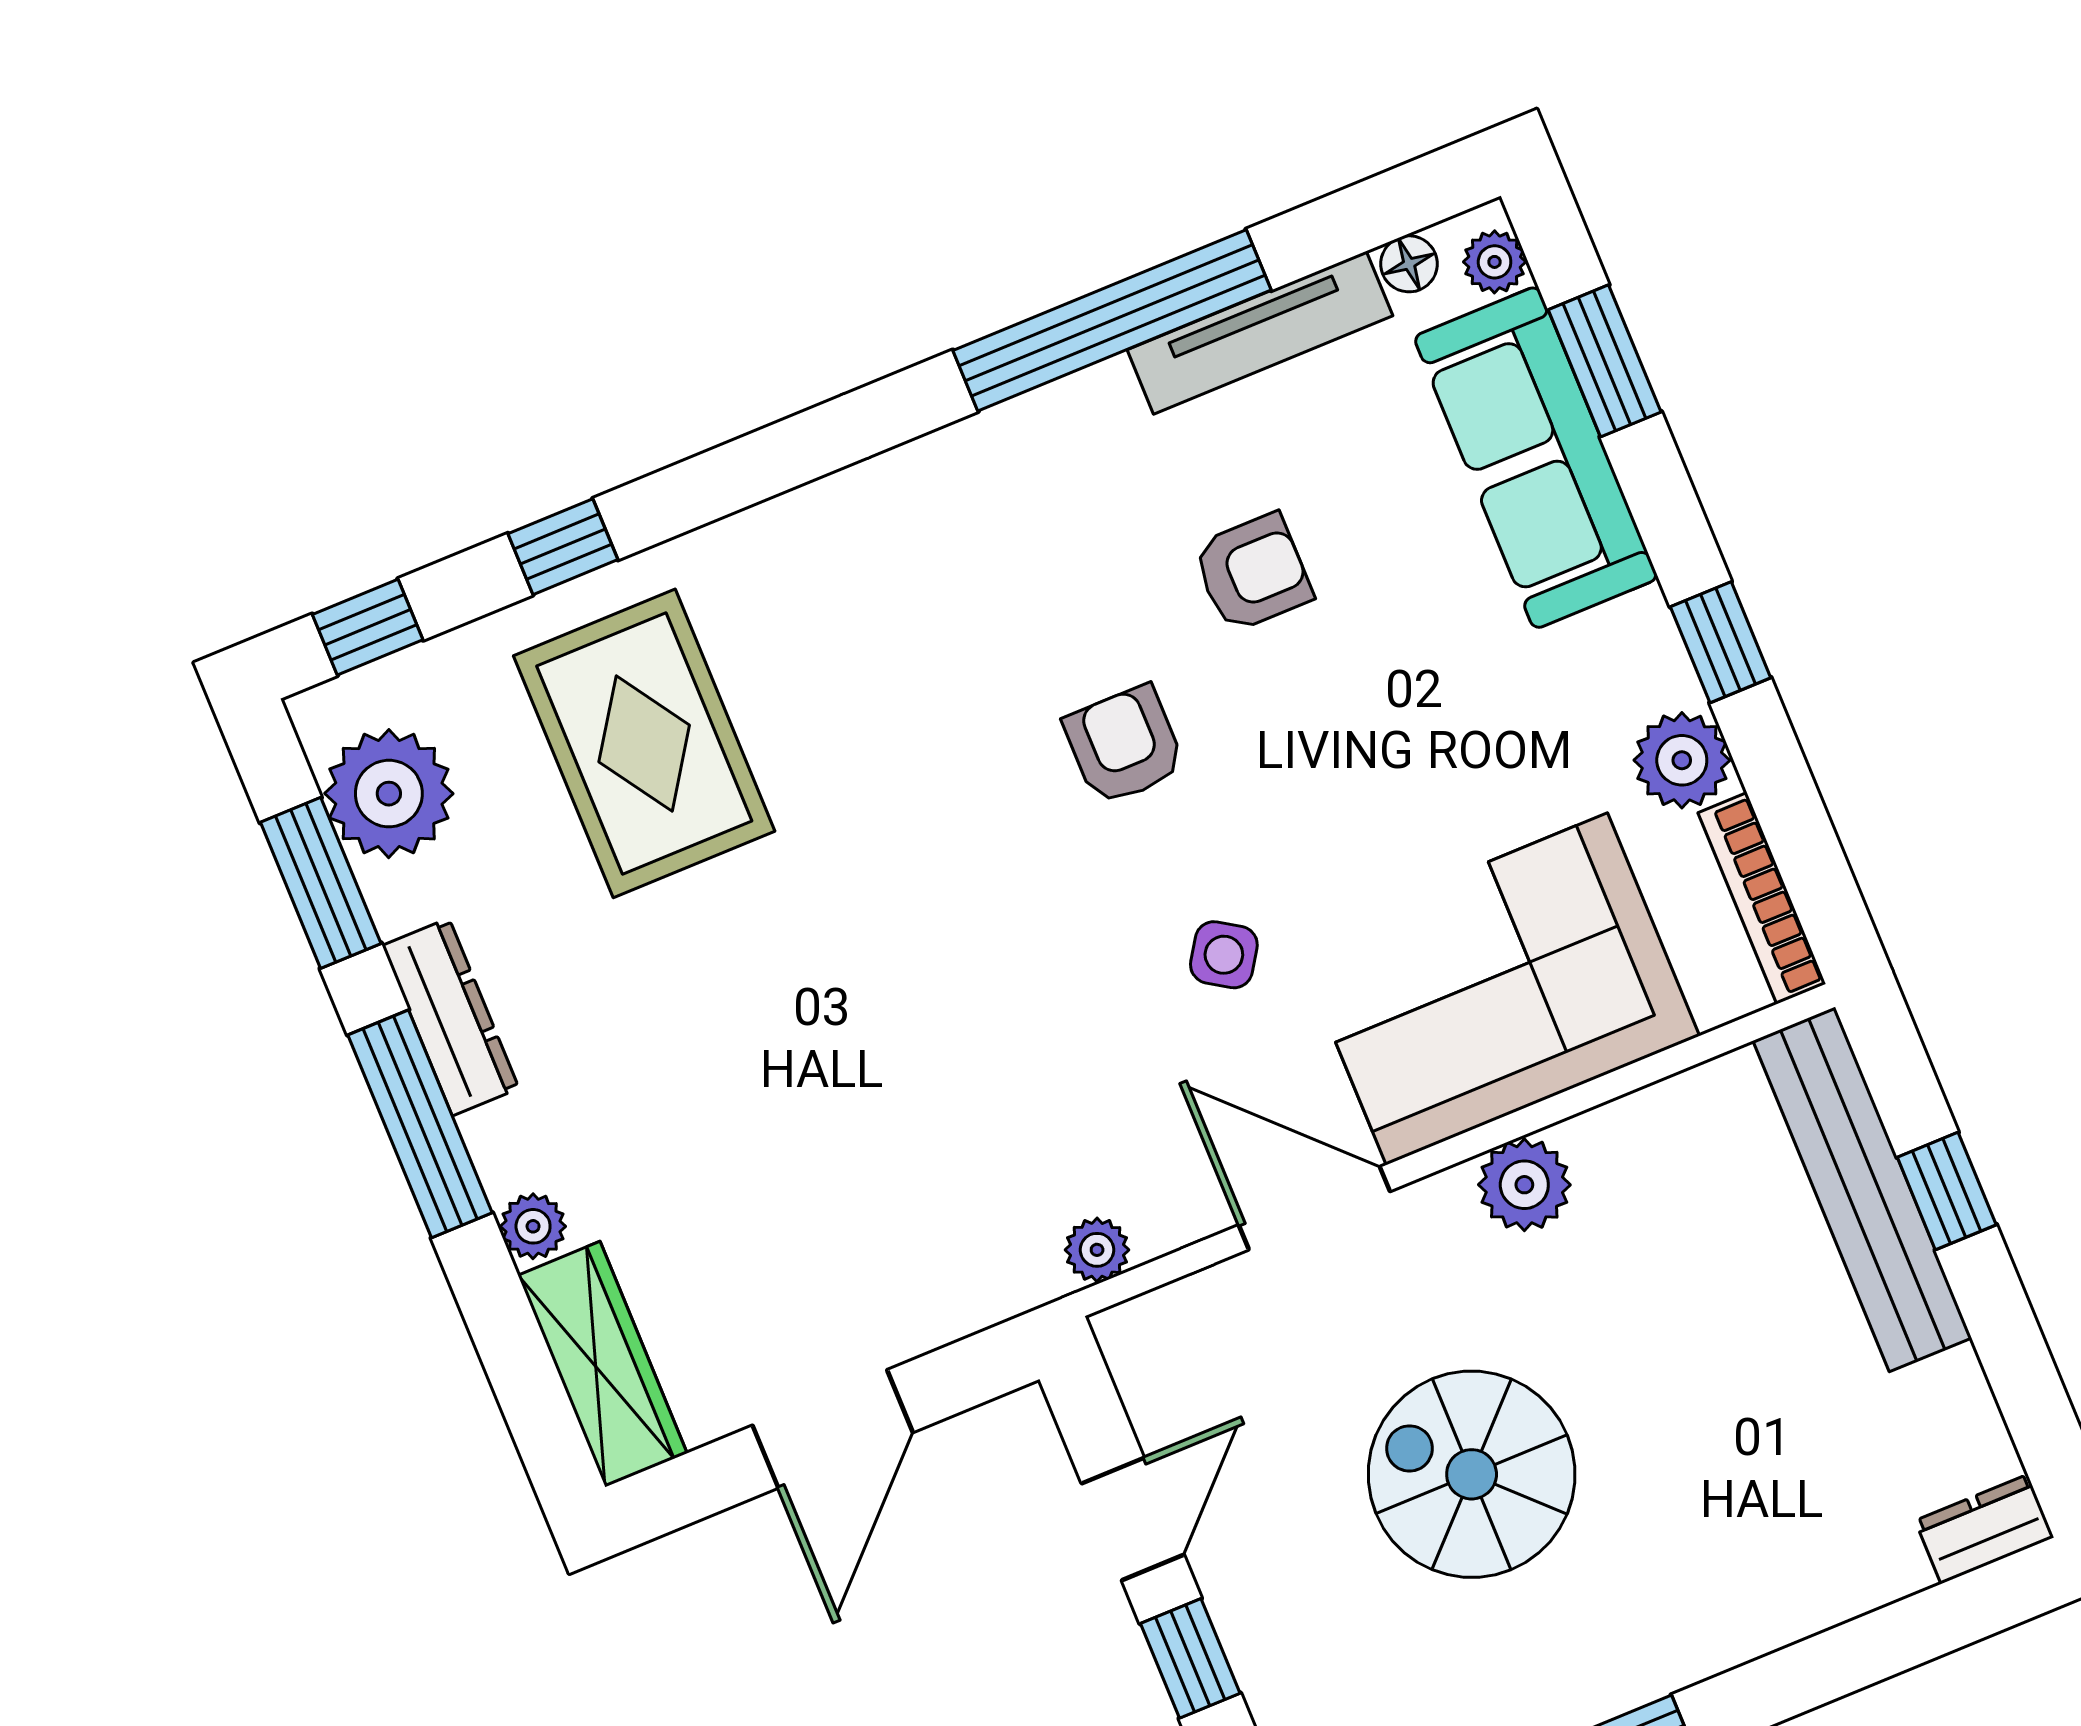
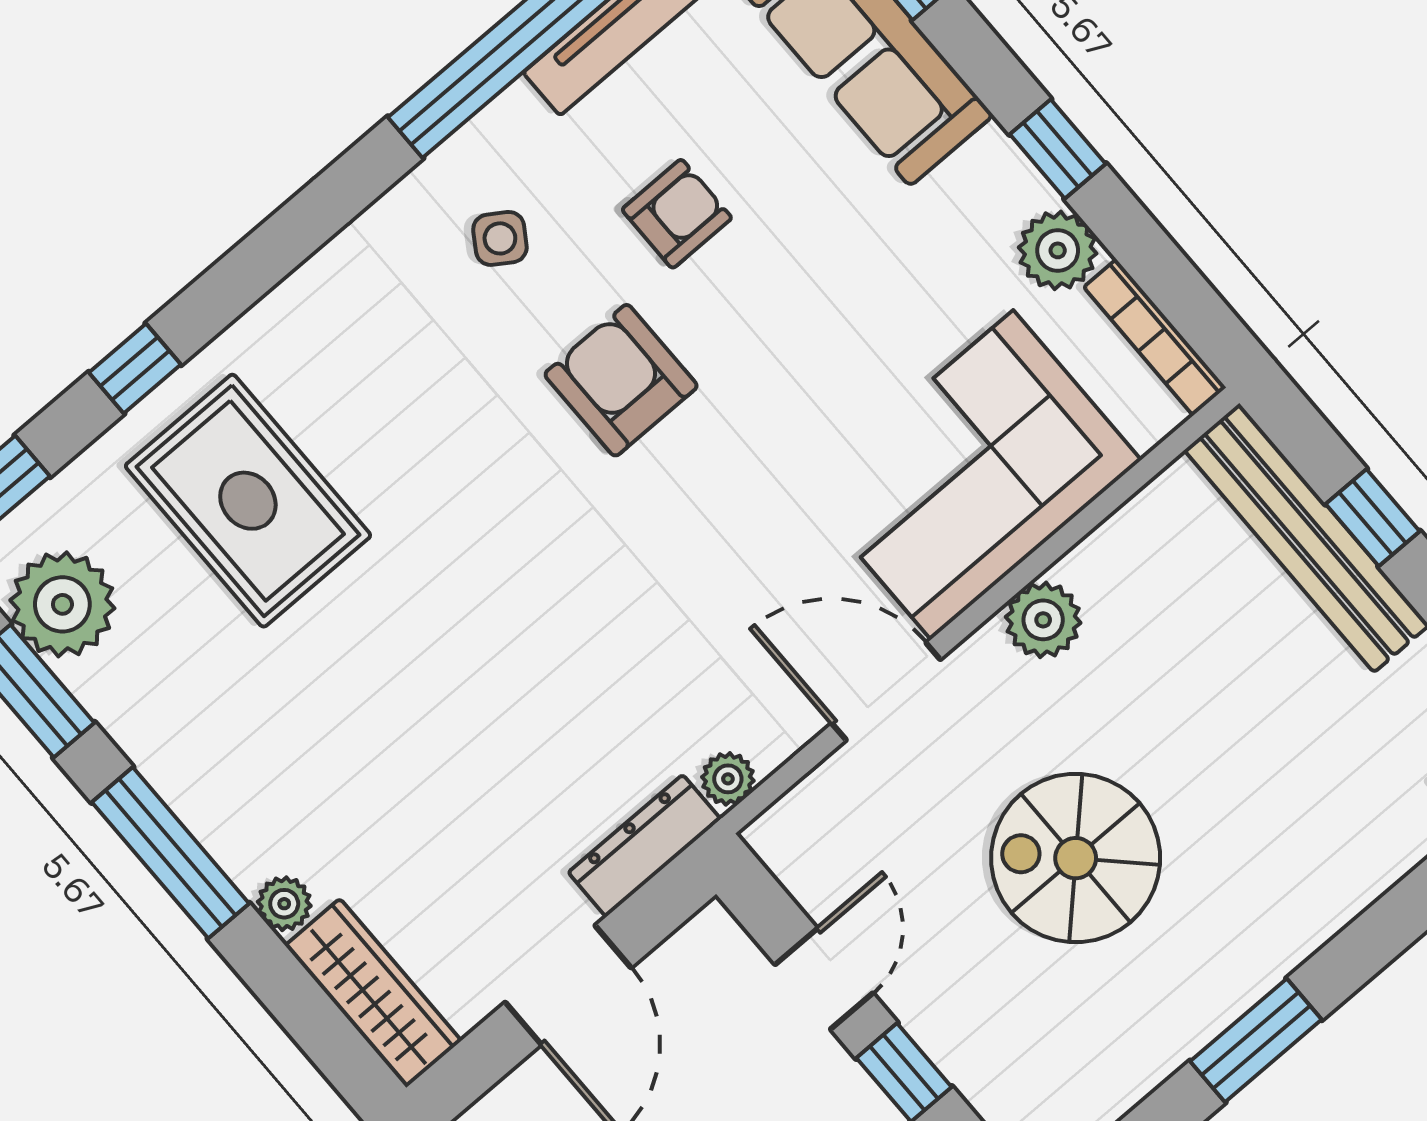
armchair: (1124, 745) -> (621, 380), width x1.38, depth x1.38
side table: (1224, 955) -> (500, 238), moved
dresser: (451, 1017) -> (644, 846), moved, turned -90

